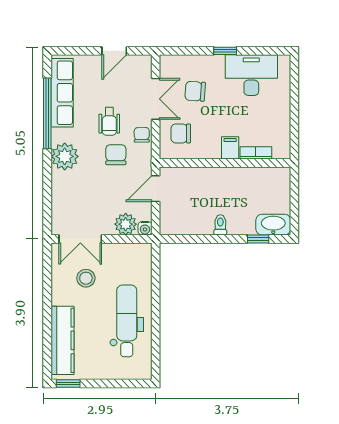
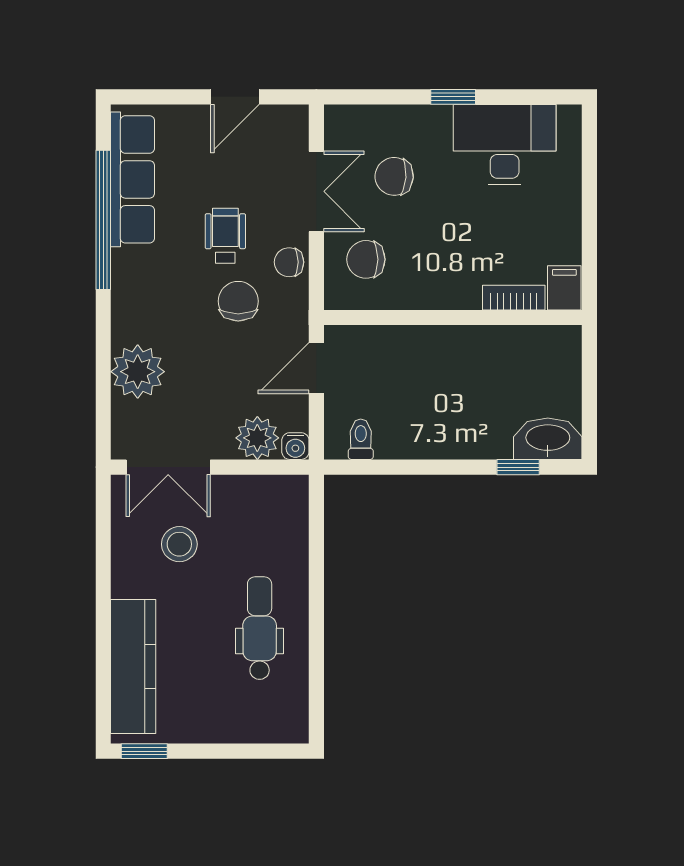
wheelchair: (109, 121) -> (225, 236), turned 180
chair: (142, 135) -> (289, 262), turned -89
filing cabinet: (230, 148) -> (564, 288), moved
plant: (65, 156) -> (138, 372), moved
toilet: (220, 225) -> (361, 439), moved
dental chair: (127, 321) -> (260, 628), width x0.73, depth x0.72

